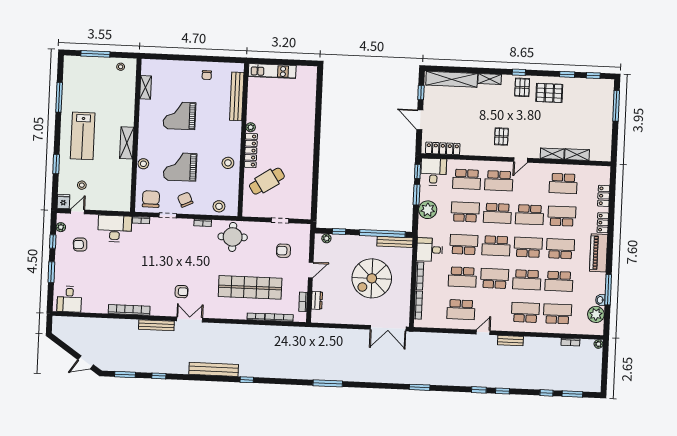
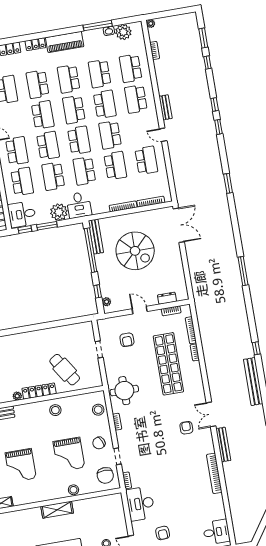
chair: (151, 199) -> (105, 475), turned -90
desk: (430, 250) -> (79, 205), moved
school desk: (559, 281) -> (100, 74), turned 180

